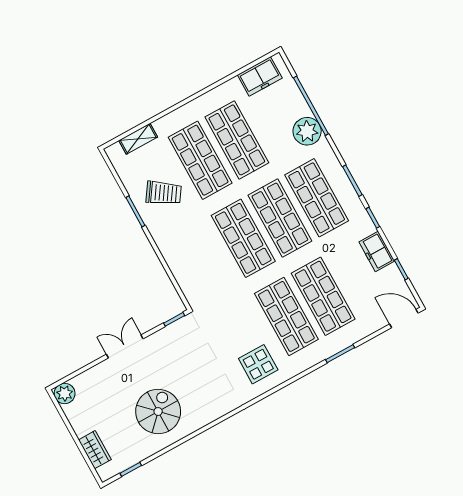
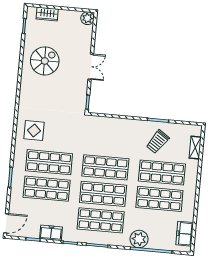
spiral stairs: (158, 411) -> (45, 61), turned -90

